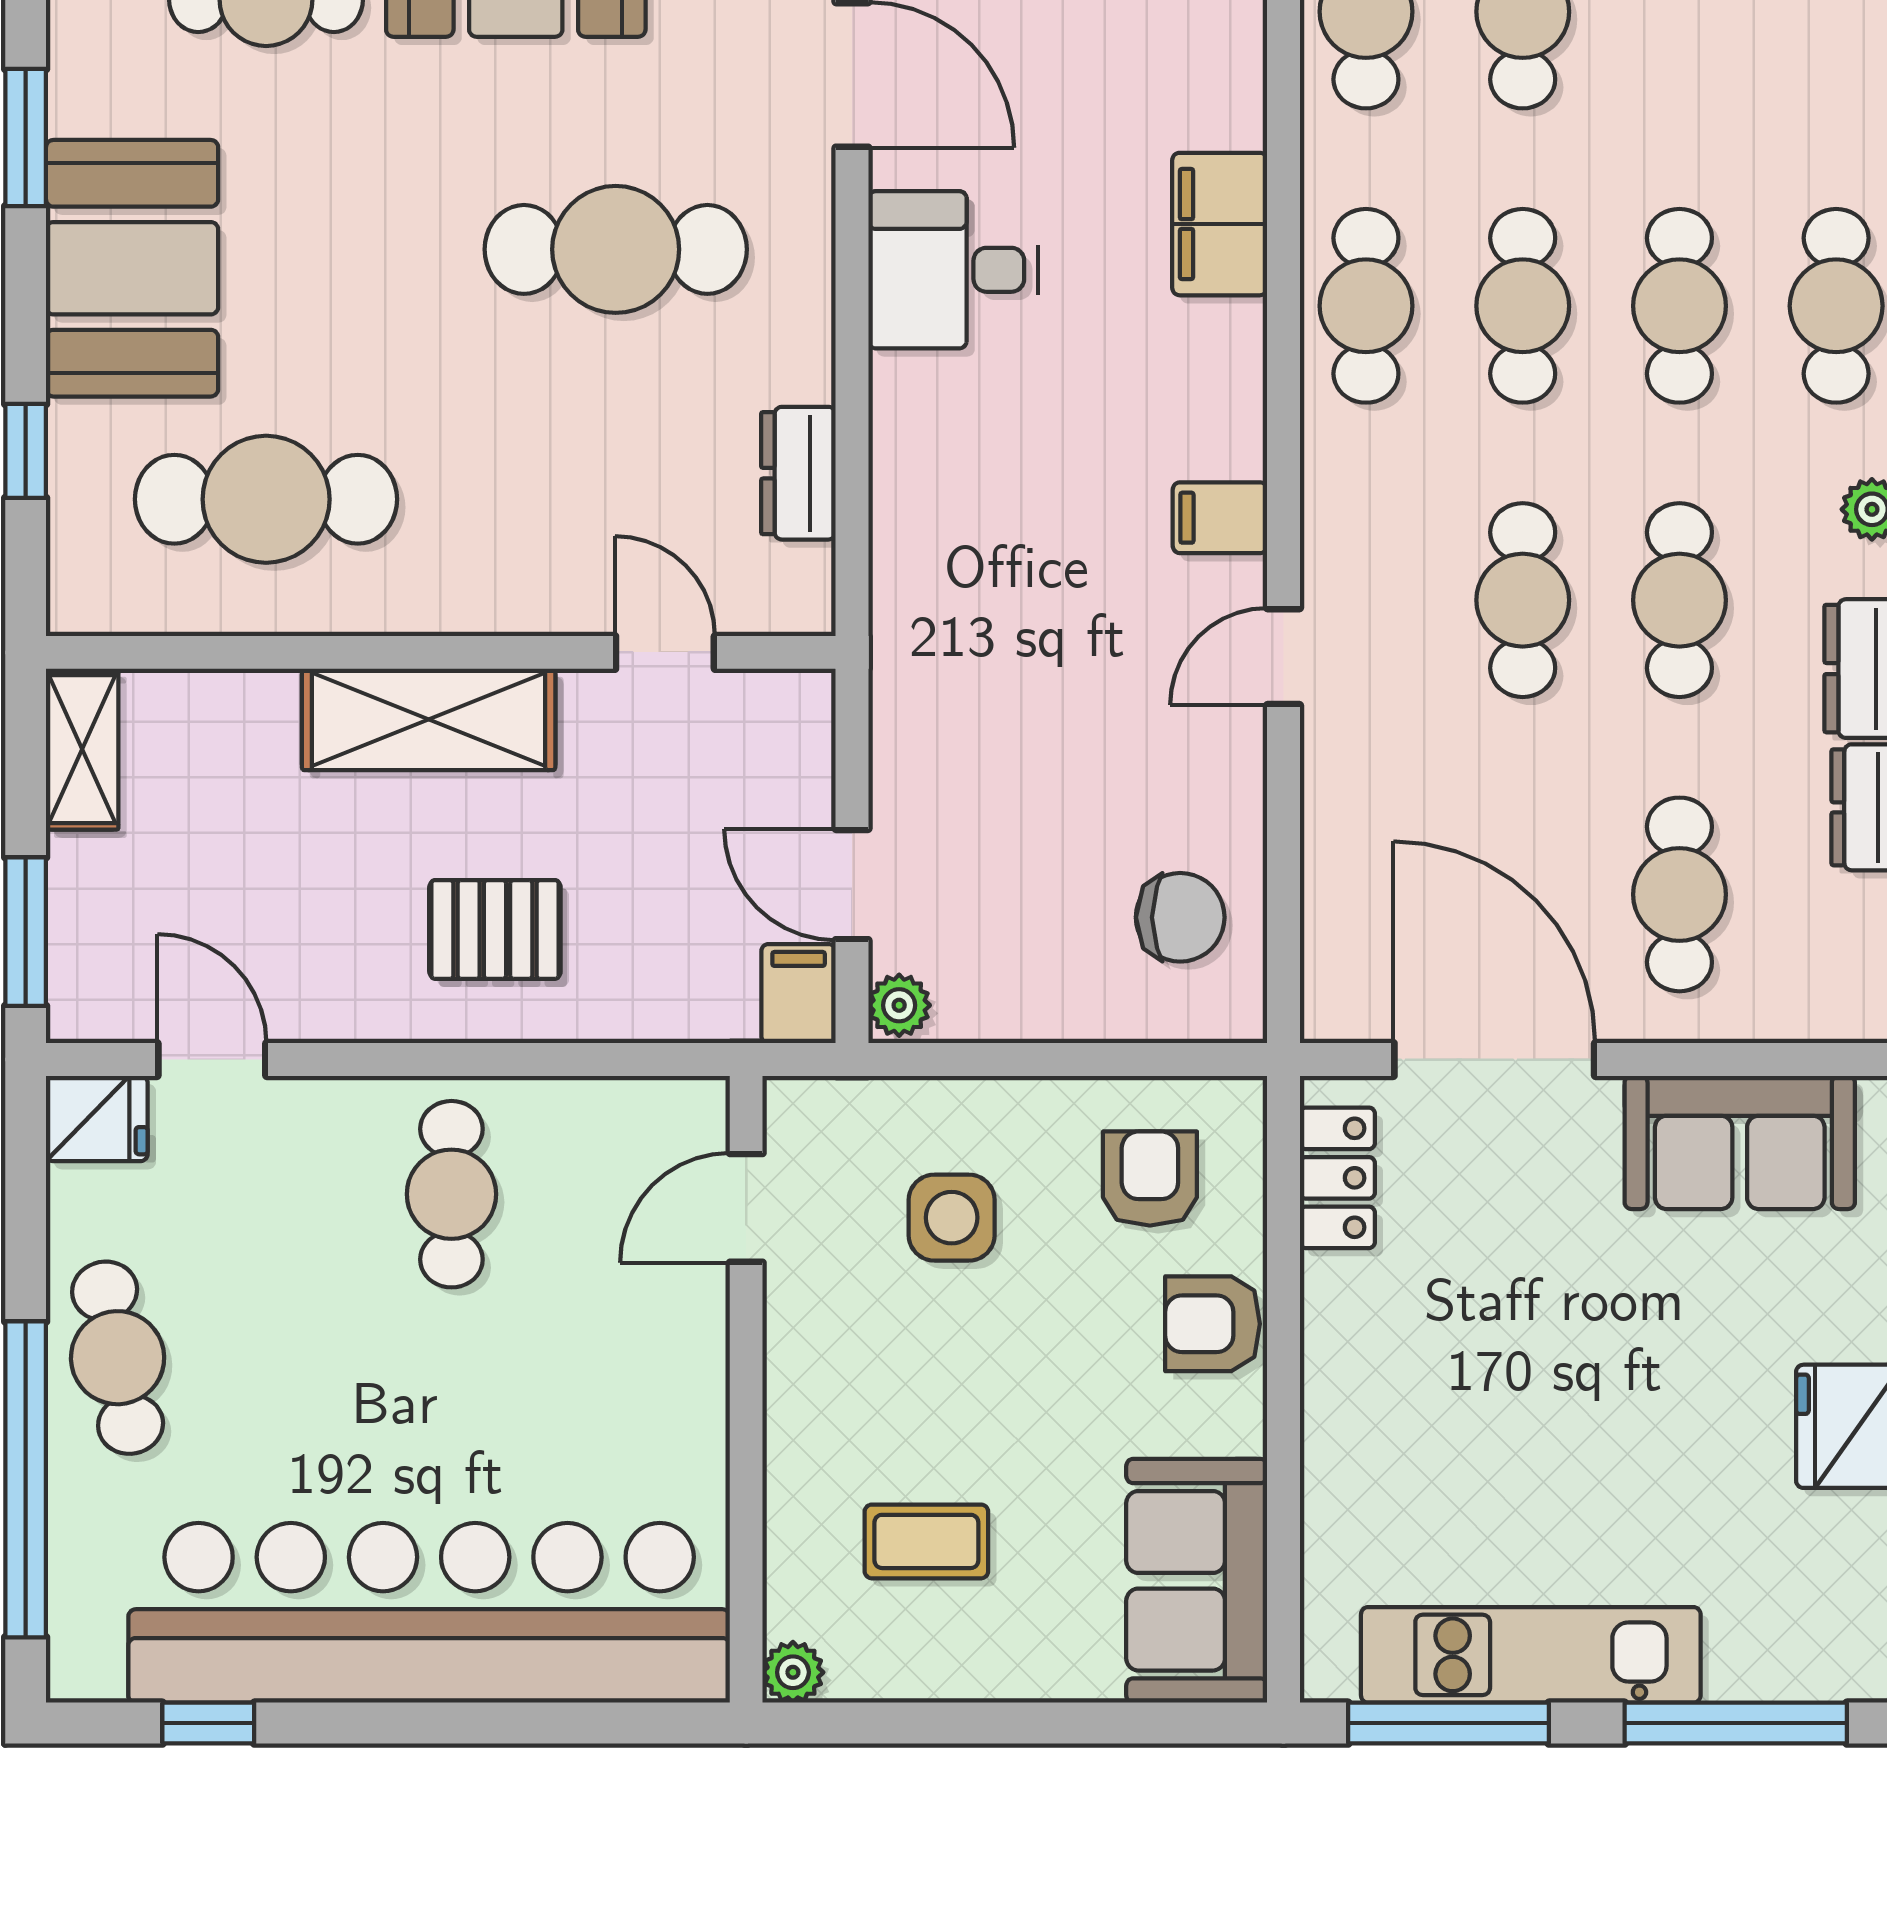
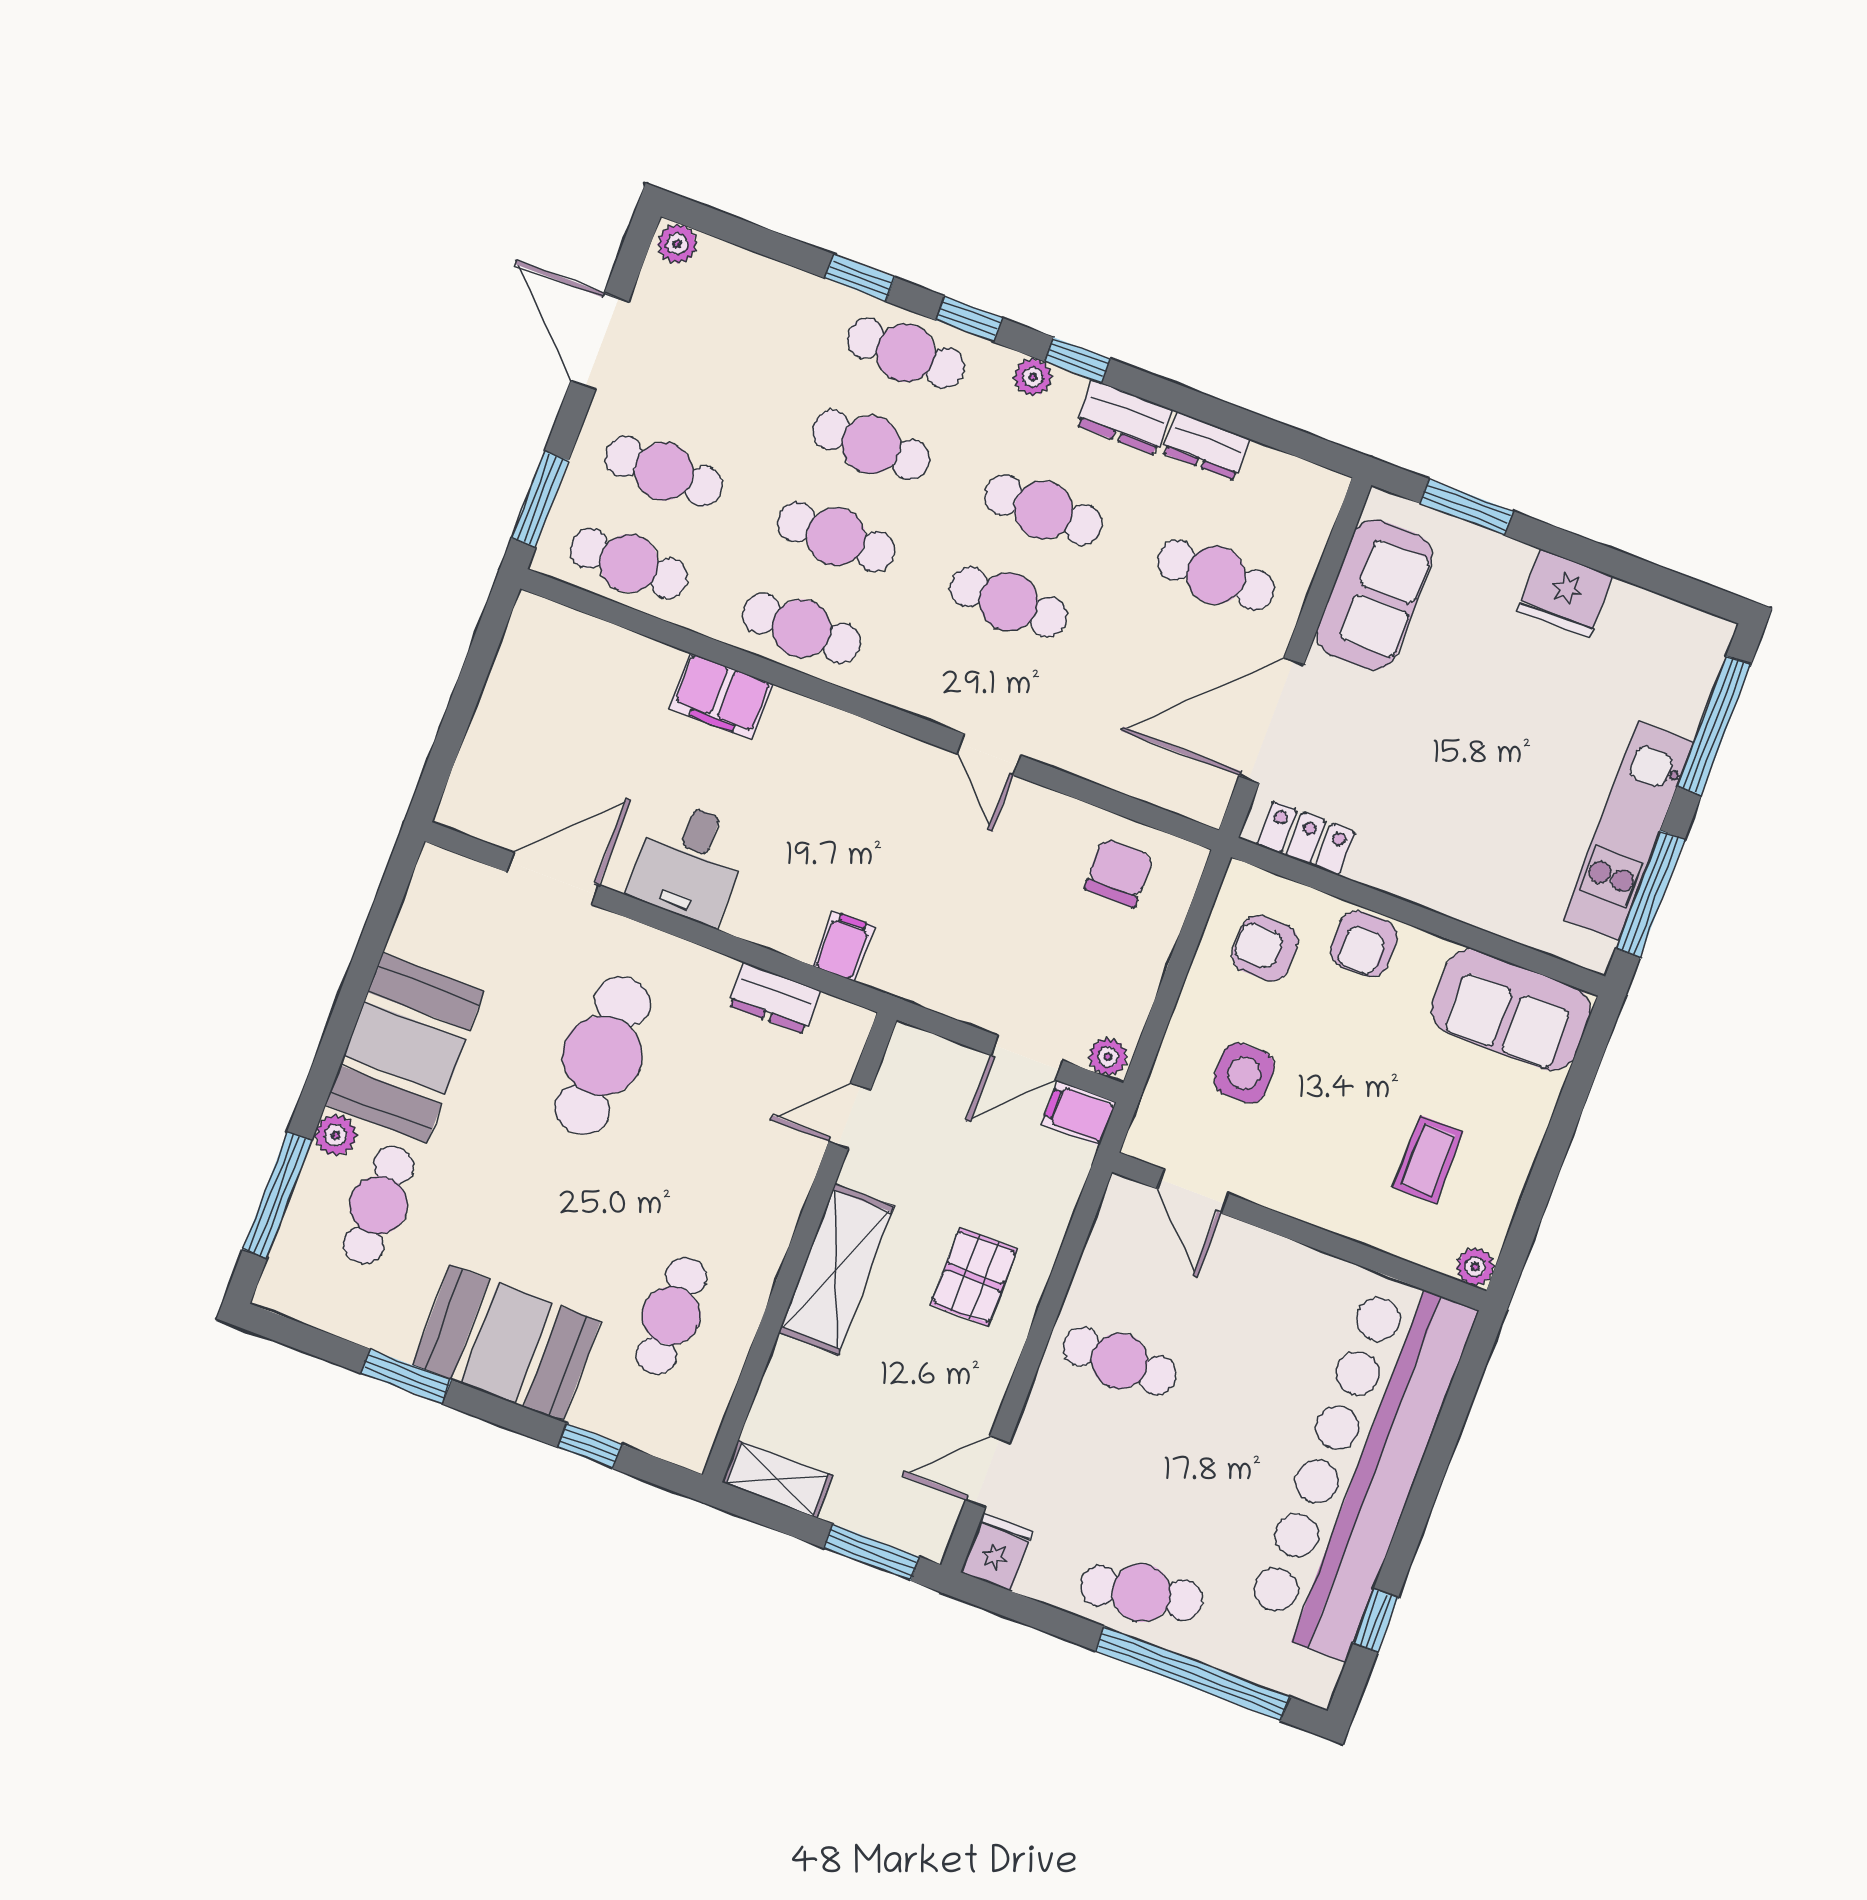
cafe table: (266, 499) -> (671, 1316), width x0.73, depth x0.74
filing cabinet: (1220, 518) -> (844, 946), moved, turned 180

